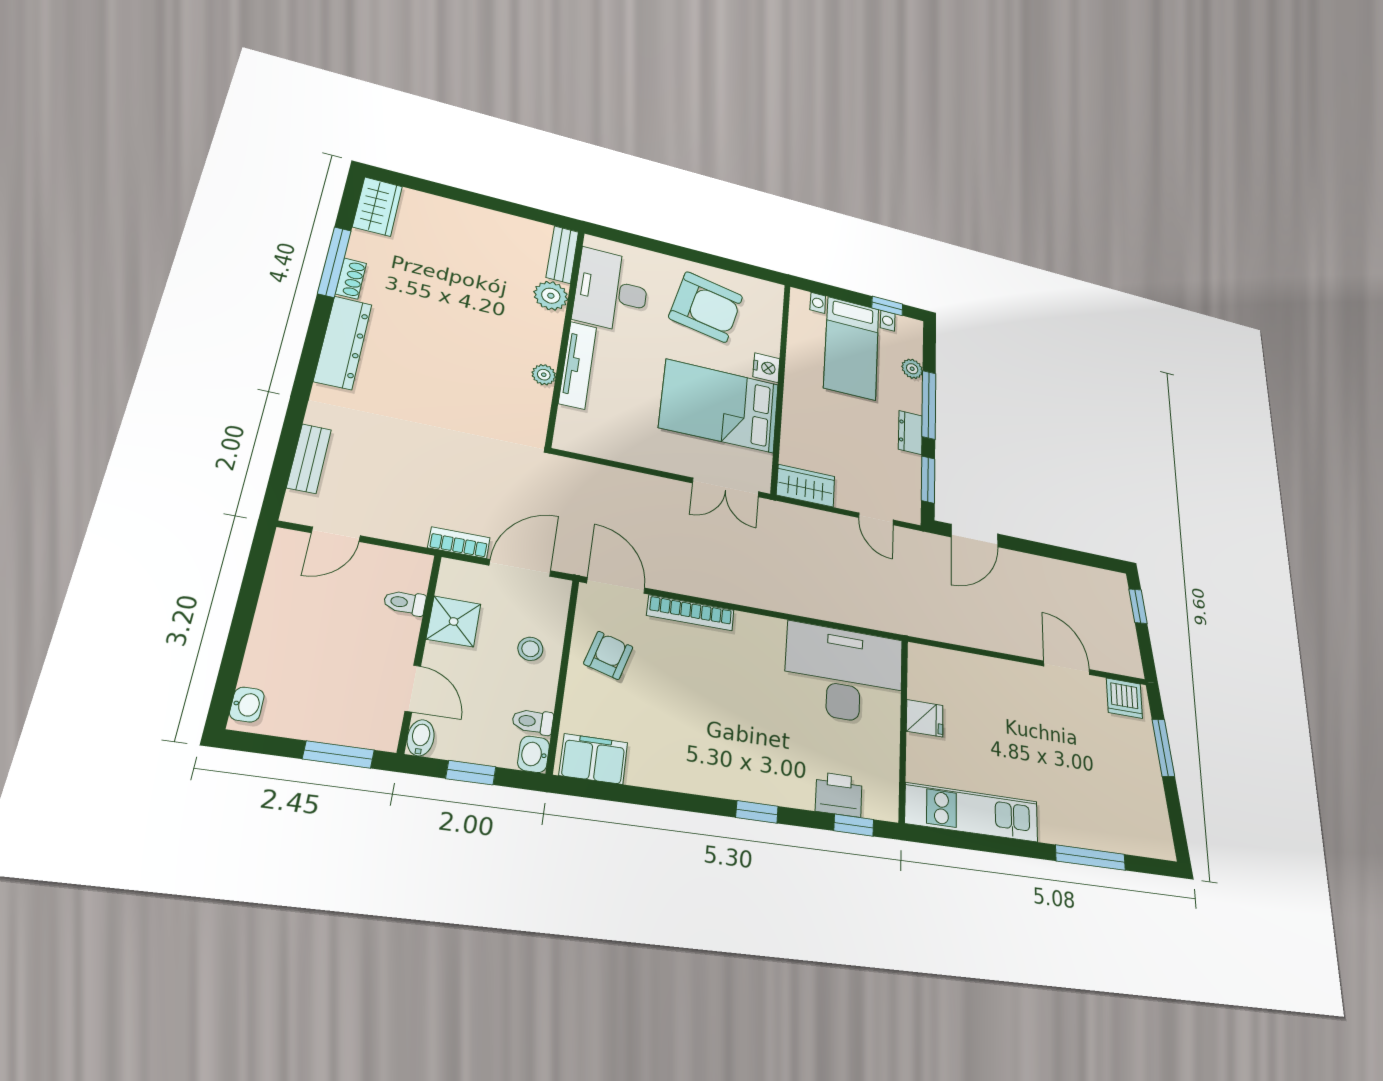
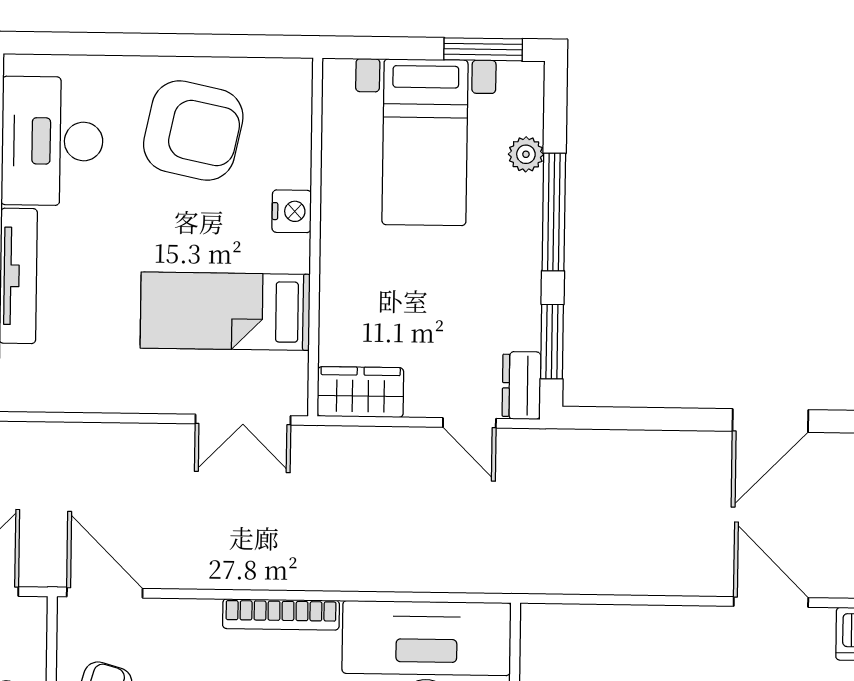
window: (887, 306) -> (483, 49), width x1.50
bed: (720, 406) -> (225, 311), width x0.67
dresser: (910, 433) -> (521, 385), moved
door: (975, 535) -> (770, 421), moved
bookcase: (691, 613) -> (281, 614), moved

